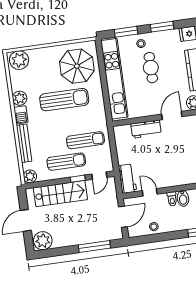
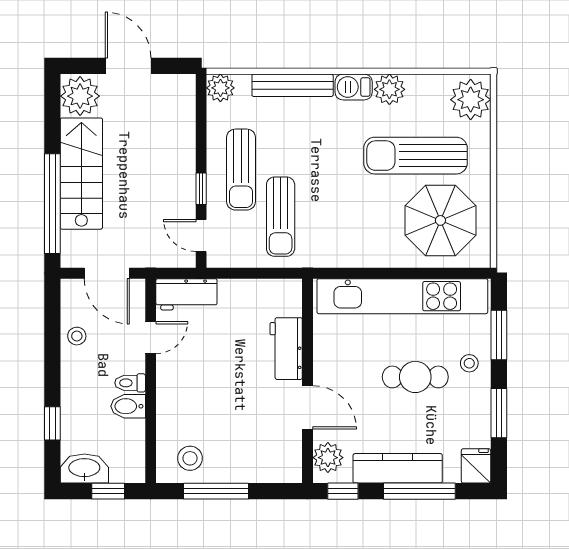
sun lounger: (64, 100) -> (415, 156), moved, turned 90
stairs: (60, 194) -> (81, 174), moved, turned 180
window: (94, 247) -> (52, 204), width x1.46

